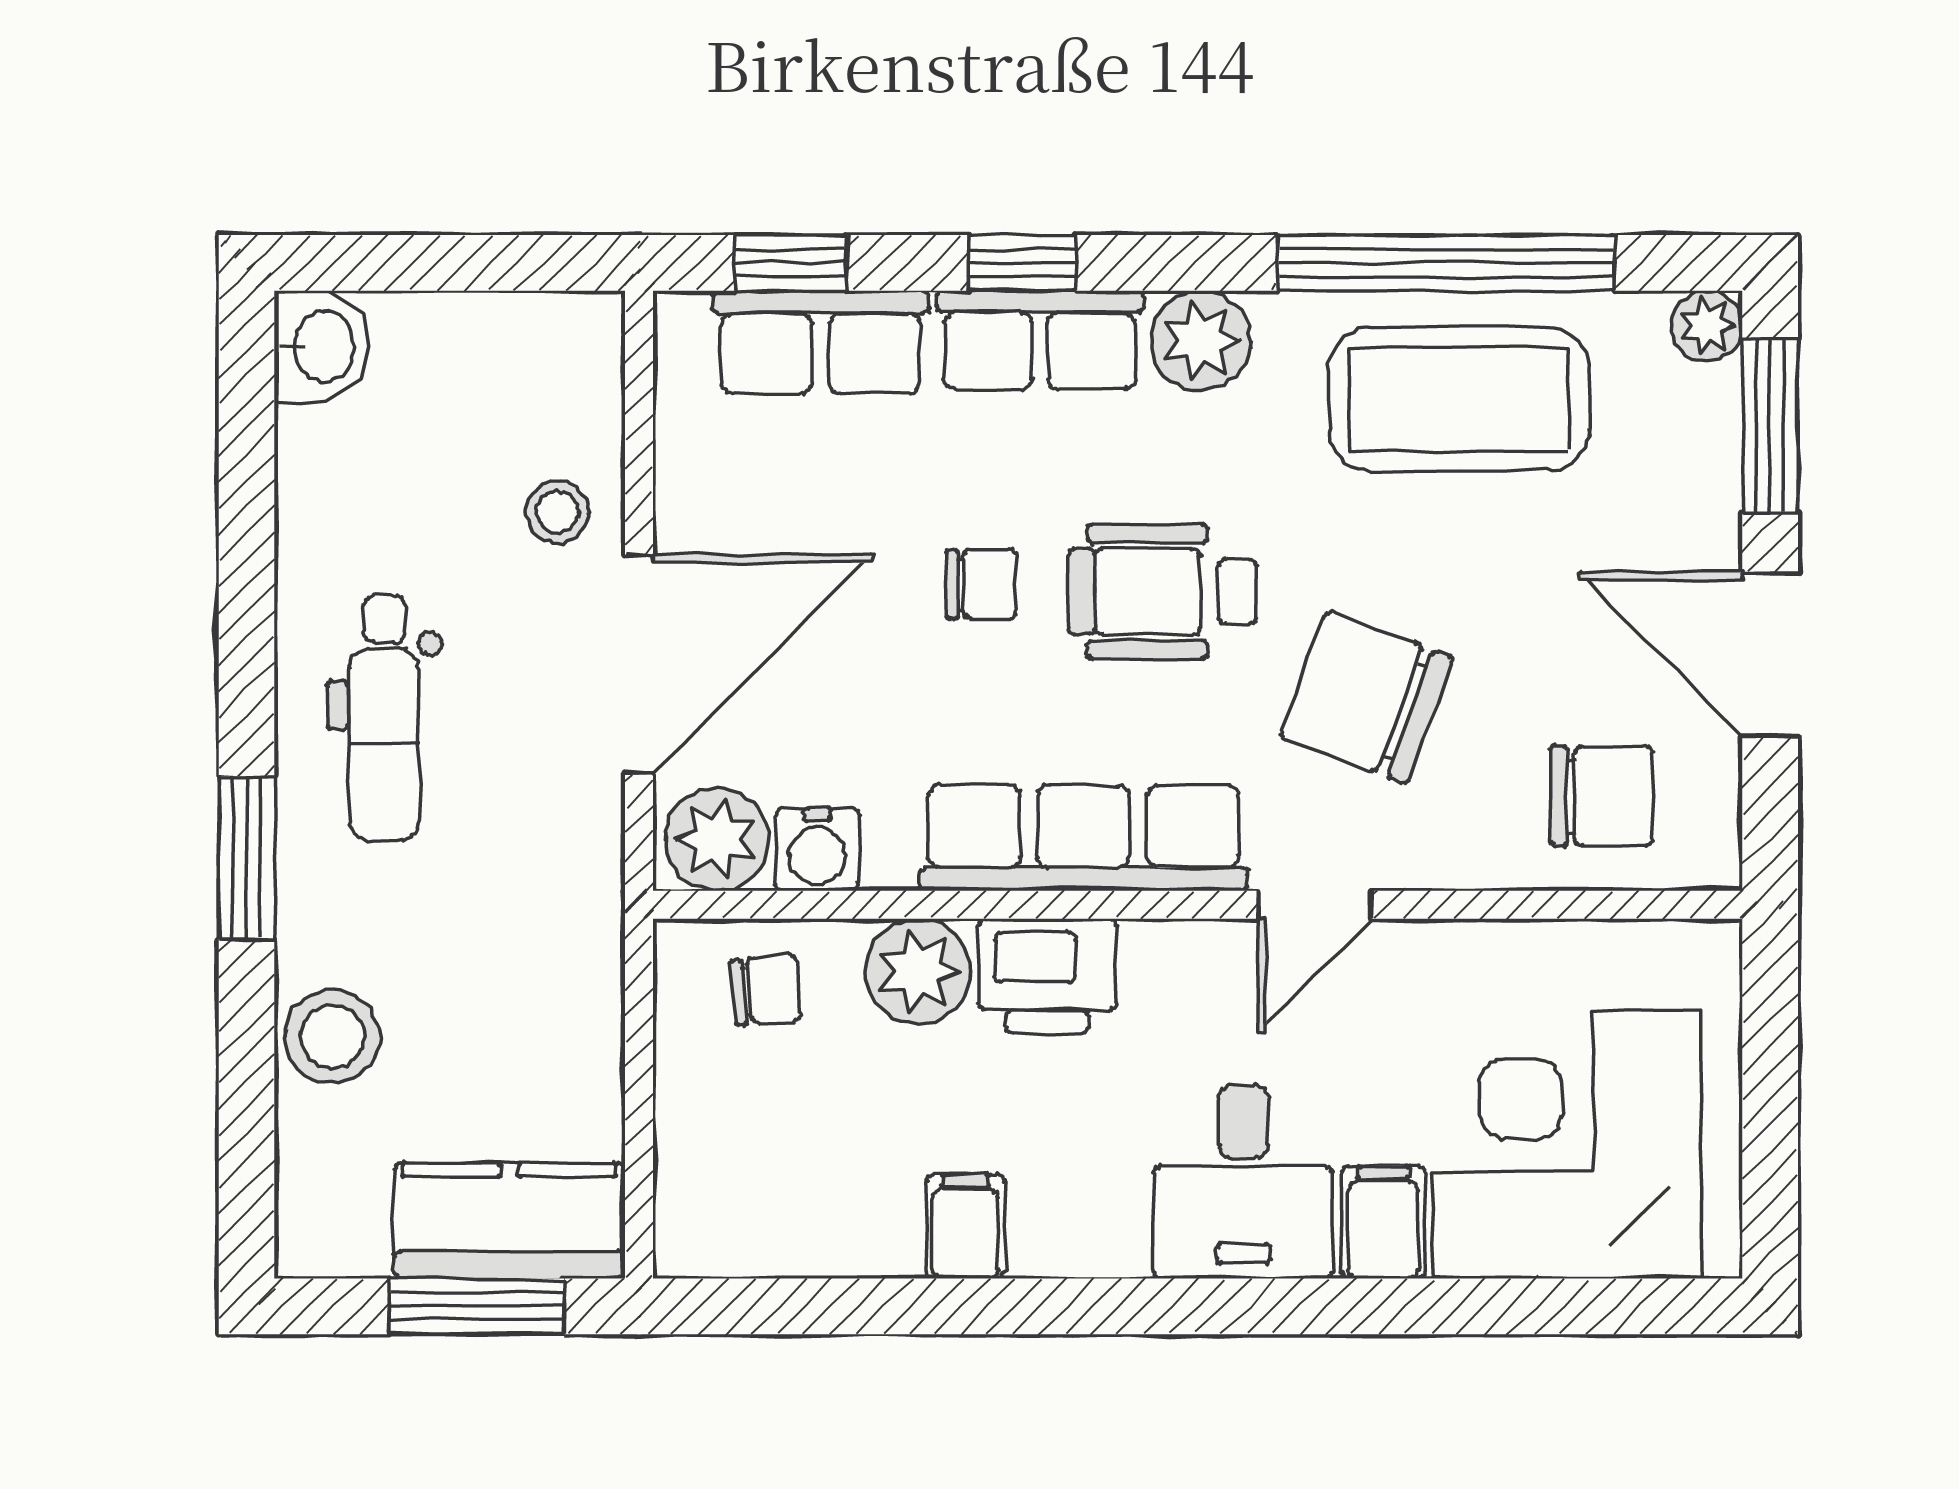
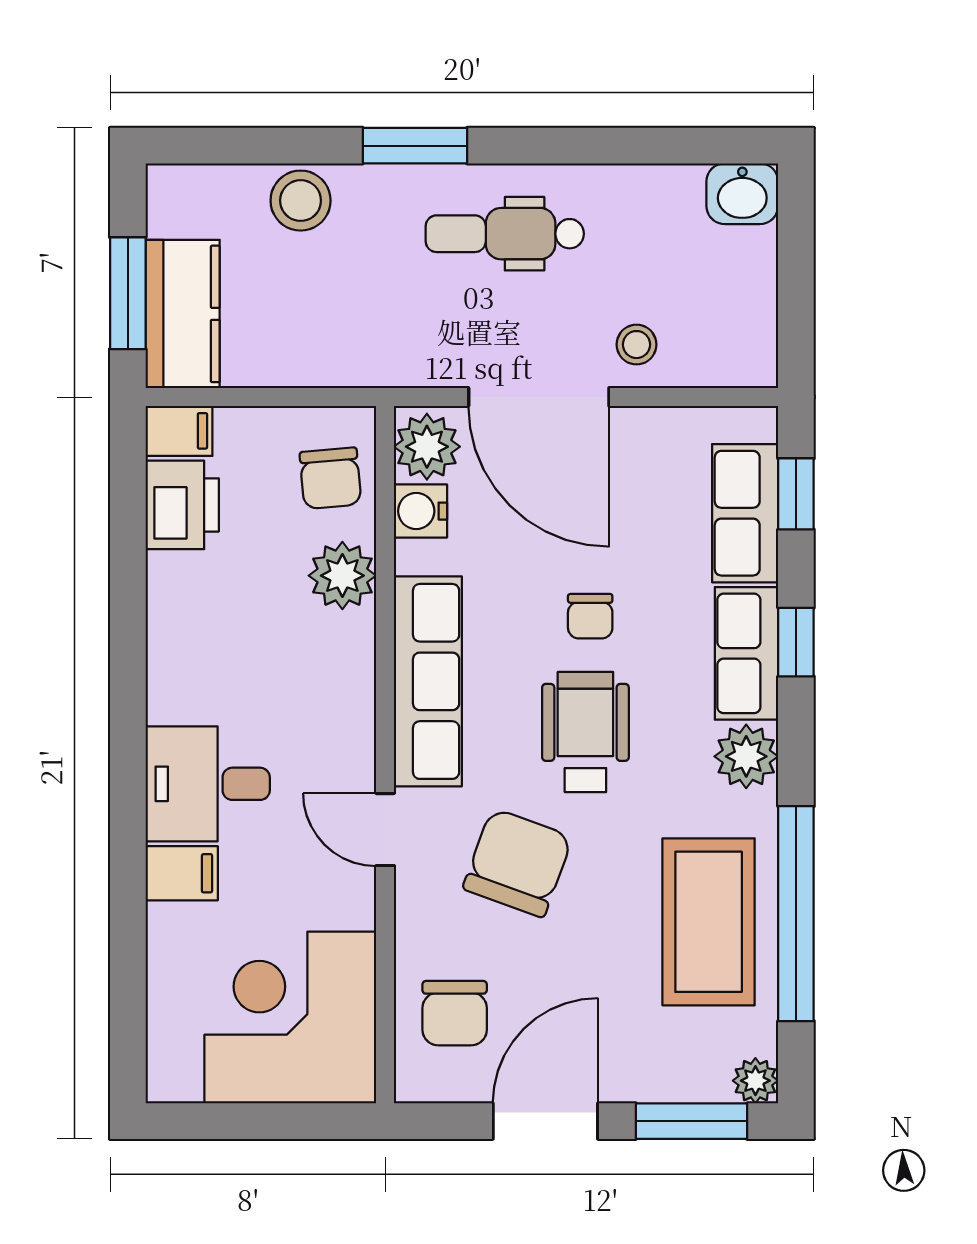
printer: (1047, 976) -> (182, 505), moved, turned 180
chair: (766, 990) -> (330, 478), width x1.37, depth x1.37
corner desk: (1567, 1145) -> (290, 1017), moved, turned -90
filing cabinet: (965, 1226) -> (179, 431), moved

